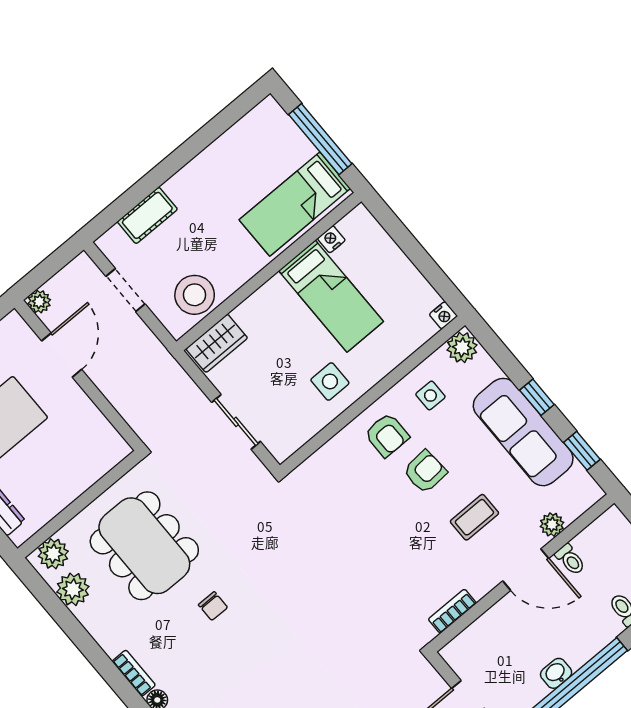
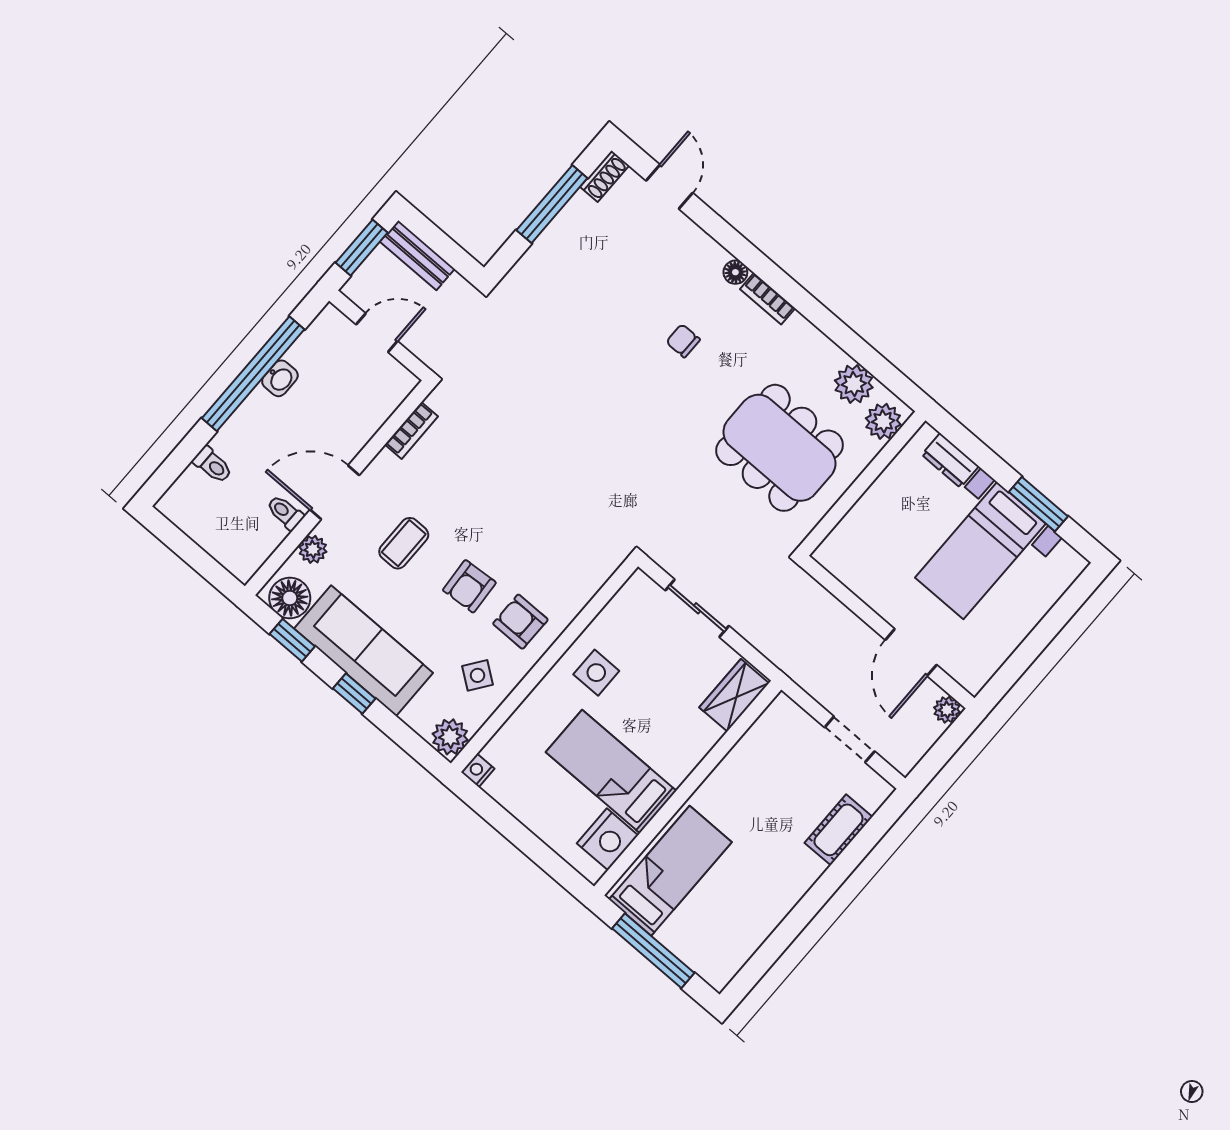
nightstand: (331, 239) -> (607, 839), width x1.89, depth x1.79
stool: (195, 295) -> (769, 747), removed
side table: (430, 396) -> (478, 675), turned 36
floor lamp: (578, 487) -> (290, 598), added
chair: (213, 606) -> (683, 341), moved

